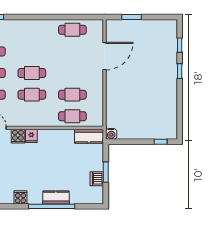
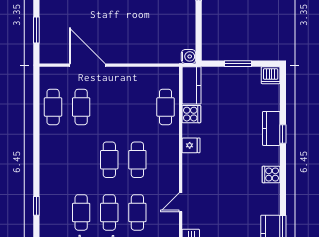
cafe table: (72, 95) -> (81, 107), moved
cooker: (18, 136) -> (191, 114), moved
fridge: (31, 136) -> (191, 145), moved
dishwasher: (97, 179) -> (271, 75), moved
window: (52, 206) -> (283, 134), width x0.32

